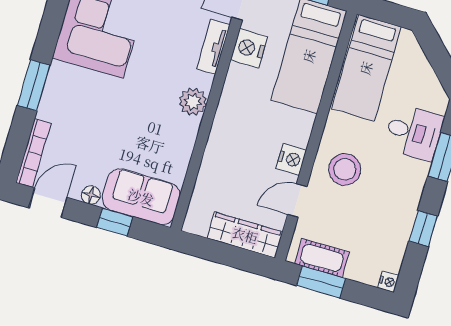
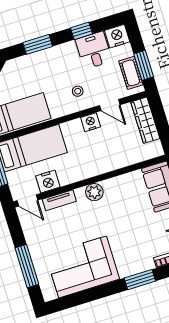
desk: (414, 132) -> (94, 50), moved
stool: (345, 169) -> (78, 91), width x0.53, depth x0.53
nightstand: (388, 282) -> (117, 36), width x1.89, depth x1.79

